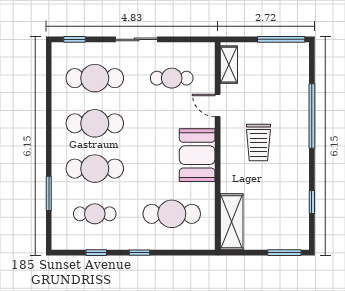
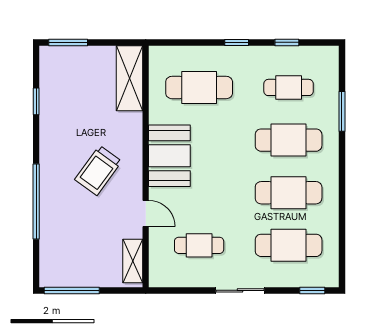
trolley: (258, 143) -> (98, 170), turned -144

